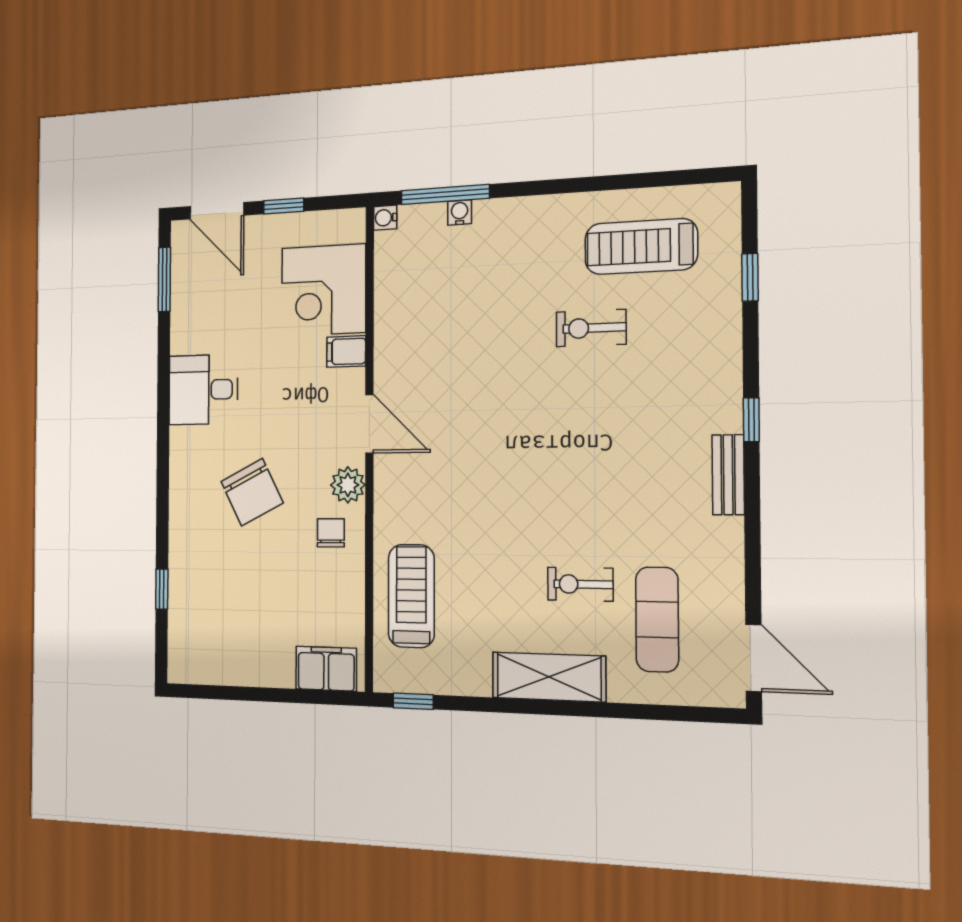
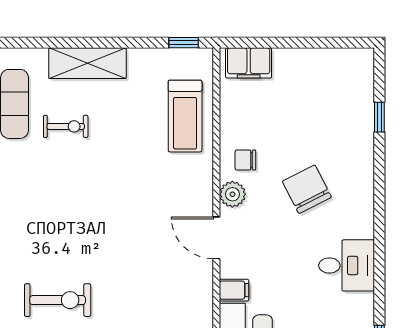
exercise bike: (591, 328) -> (58, 300), width x1.38, depth x1.39
chair: (331, 533) -> (245, 160), turned 90

